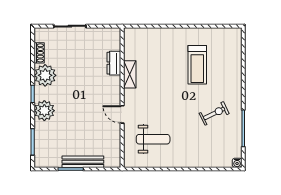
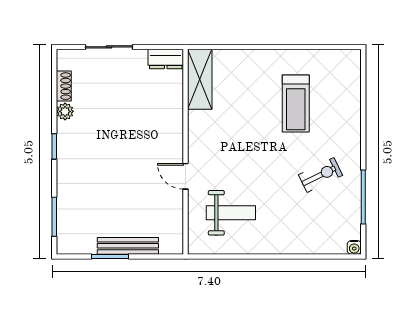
dresser: (114, 63) -> (166, 59), moved, turned -90
shelving: (130, 74) -> (200, 79), moved, width x1.50, depth x1.33
plant: (45, 75) -> (65, 111), width x0.53, depth x0.53
plant: (44, 111) -> (71, 171), removed

